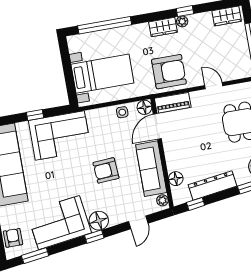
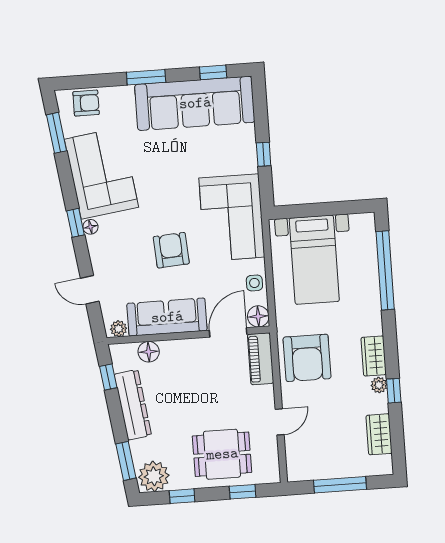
wardrobe: (227, 16) -> (379, 434), moved
door: (157, 126) -> (228, 332), hinge flipped
corner sofa: (60, 135) -> (232, 218), moved
floor lamp: (99, 221) -> (90, 227), width x0.53, depth x0.53

